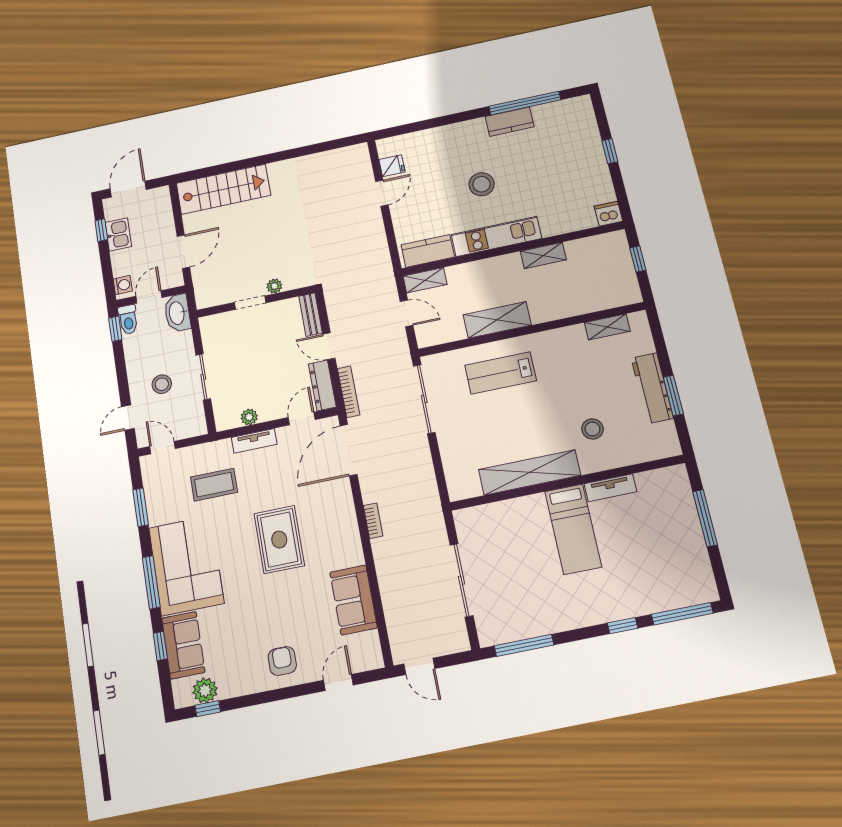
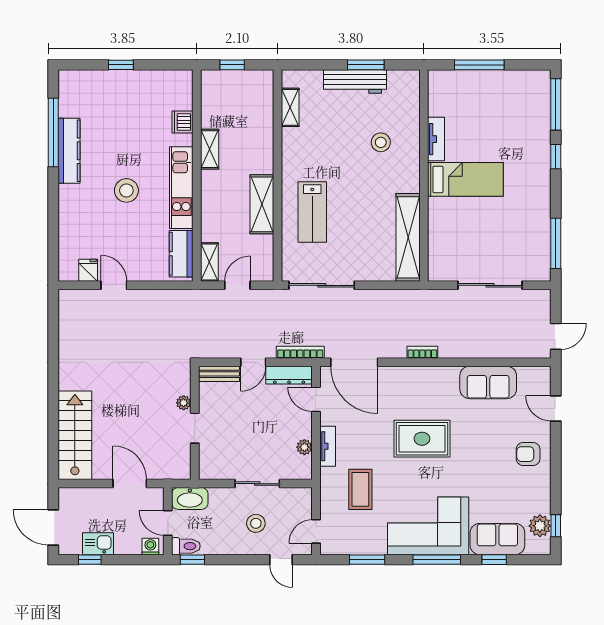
kitchen counter: (510, 122) -> (69, 151), width x1.50
dishwasher: (608, 214) -> (182, 122), moved
shelving: (530, 472) -> (408, 237), moved

